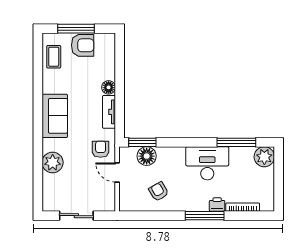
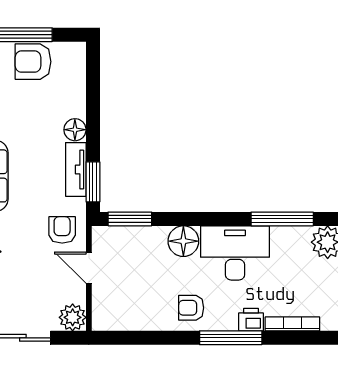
armchair: (83, 45) -> (33, 62), turned 180
window: (120, 120) -> (93, 182), added
floor lamp: (147, 156) -> (183, 241), moved
armchair: (159, 192) -> (191, 308), moved, turned -60
plant: (107, 203) -> (73, 317), added

